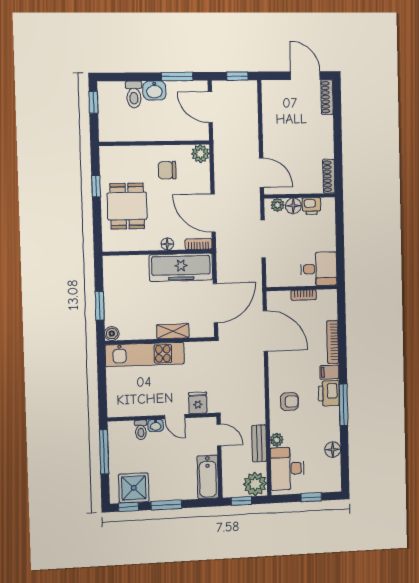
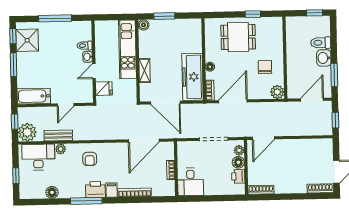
fridge: (198, 403) -> (104, 89), moved
wall: (162, 417) -> (94, 62), moved
door: (175, 417) -> (94, 71), moved
washbasin: (156, 425) -> (88, 57), moved
toilet: (141, 430) -> (85, 46), moved

